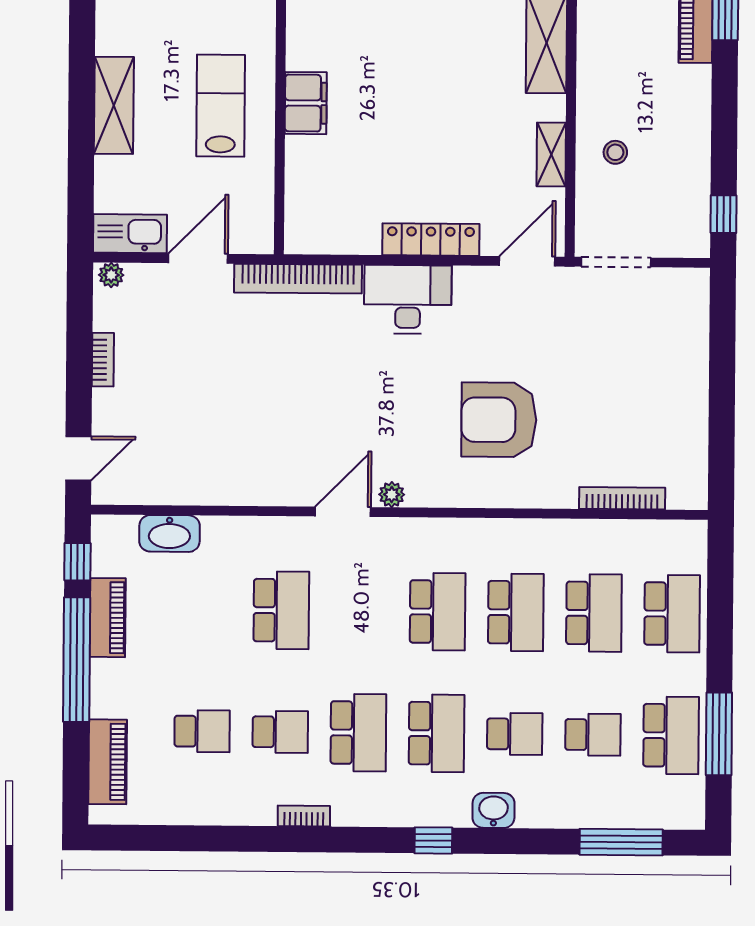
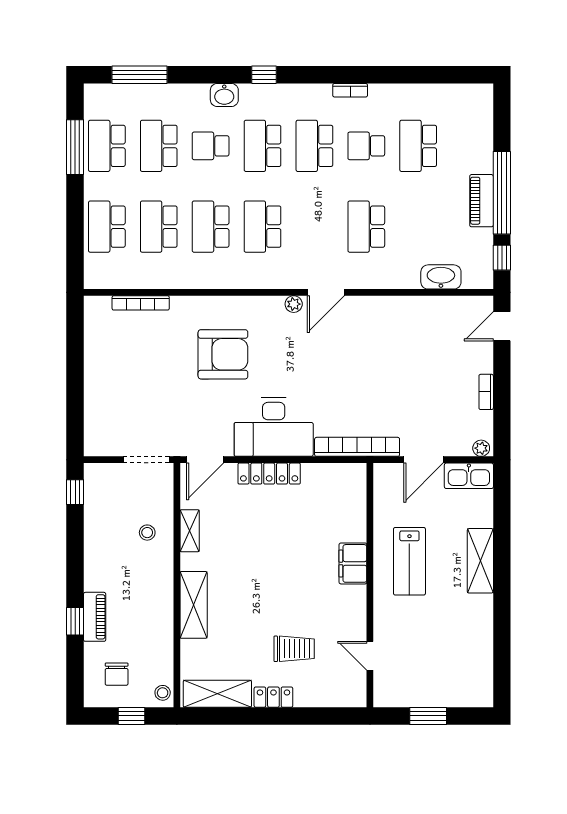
desk: (408, 299) -> (274, 427), width x1.36, depth x1.30
piano: (108, 618) -> (482, 201), moved
school desk: (202, 731) -> (418, 146), width x1.85
school desk: (593, 735) -> (159, 146), width x1.85
piano: (108, 762) -> (481, 125), removed

